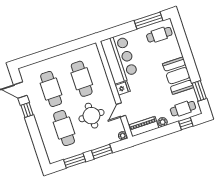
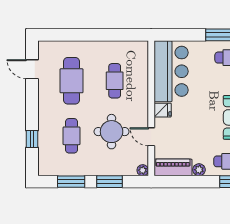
cafe table: (82, 79) -> (115, 81), width x0.73, depth x0.74
window: (27, 110) -> (32, 139), moved
door: (121, 110) -> (151, 137), hinge flipped
cafe table: (64, 128) -> (72, 136), width x0.73, depth x0.74

